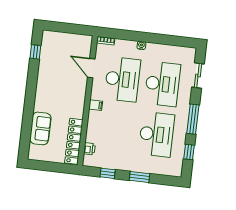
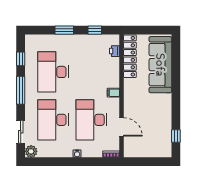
plant: (190, 54) -> (31, 151), added
sofa: (40, 128) -> (160, 65), width x1.85, depth x1.27

